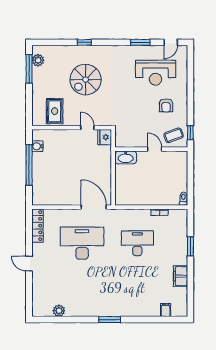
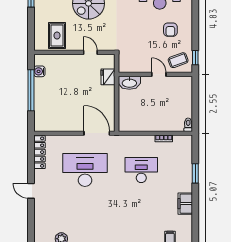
fridge: (105, 137) -> (108, 77), moved

